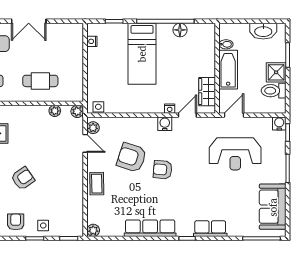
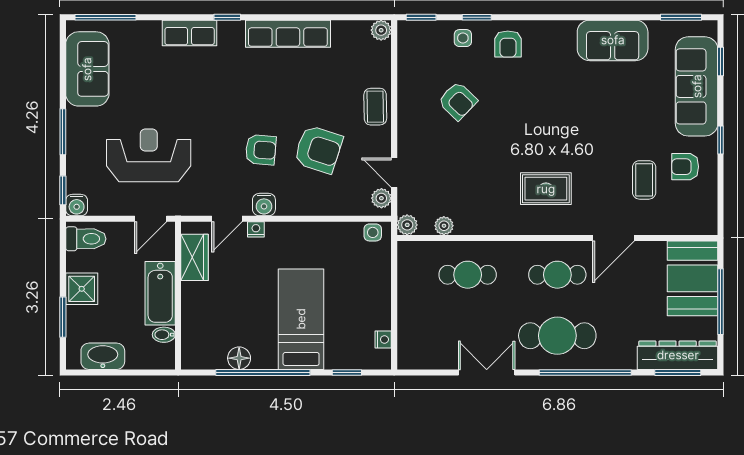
toilet: (274, 91) -> (86, 239), moved
armchair: (163, 170) -> (261, 150), moved
armchair: (23, 178) -> (458, 101), moved, turned -101

